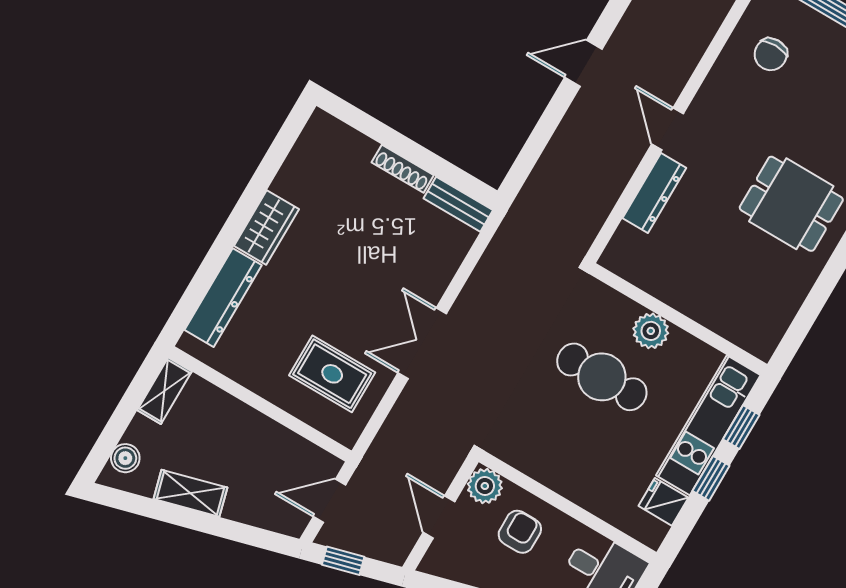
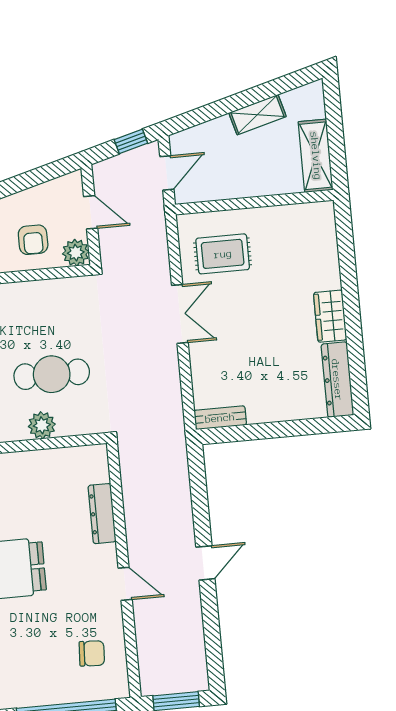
chair: (771, 54) -> (92, 653), turned 93
door: (668, 129) -> (125, 584), moved
shoe rack: (403, 169) -> (271, 415), removed
dresser: (223, 298) -> (337, 380), moved
shelving: (165, 391) -> (316, 156), width x1.50, depth x1.33
boiler: (125, 458) -> (314, 107), removed

